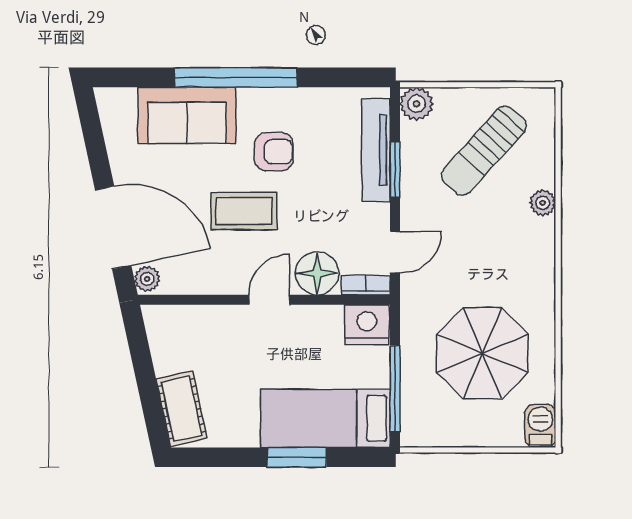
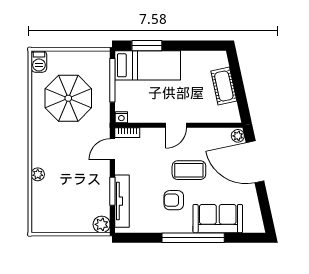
sun lounger: (484, 151) -> (68, 201), removed
floor lamp: (317, 273) -> (152, 139), removed
nightstand: (367, 325) -> (121, 117), width x0.53, depth x0.56
cot: (182, 409) -> (224, 86), moved
window: (297, 457) -> (147, 46), moved

